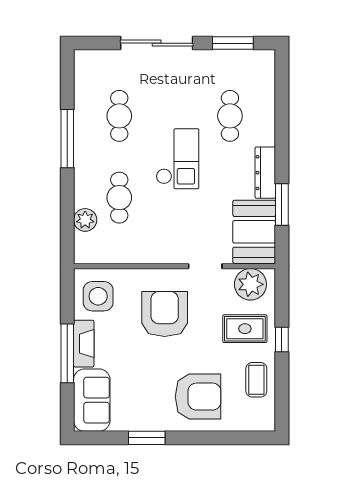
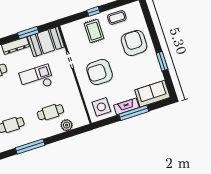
checkout: (177, 159) -> (37, 79), moved
plant: (250, 284) -> (72, 35), removed

